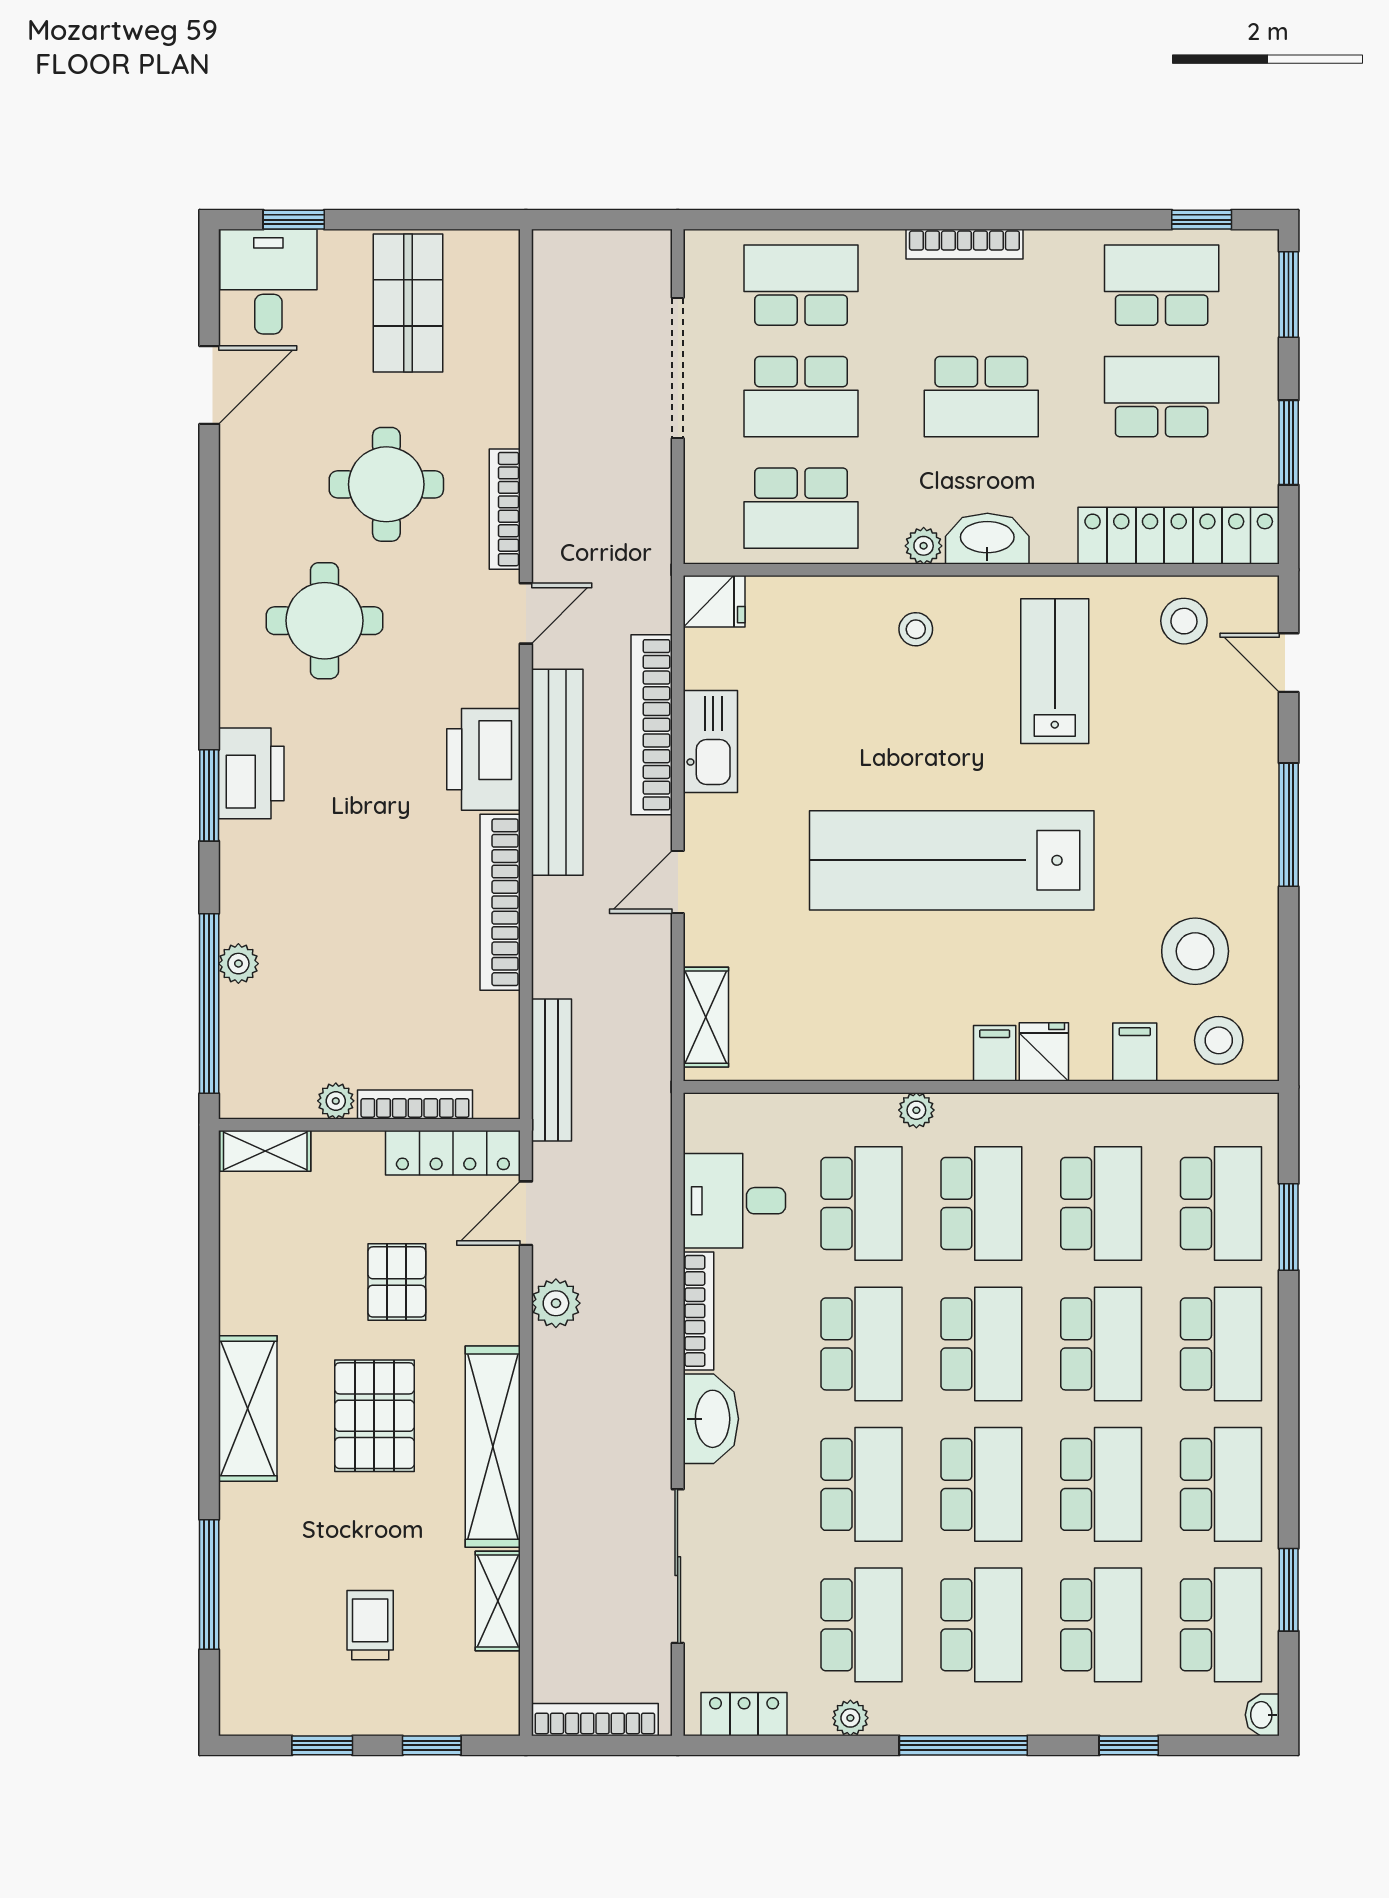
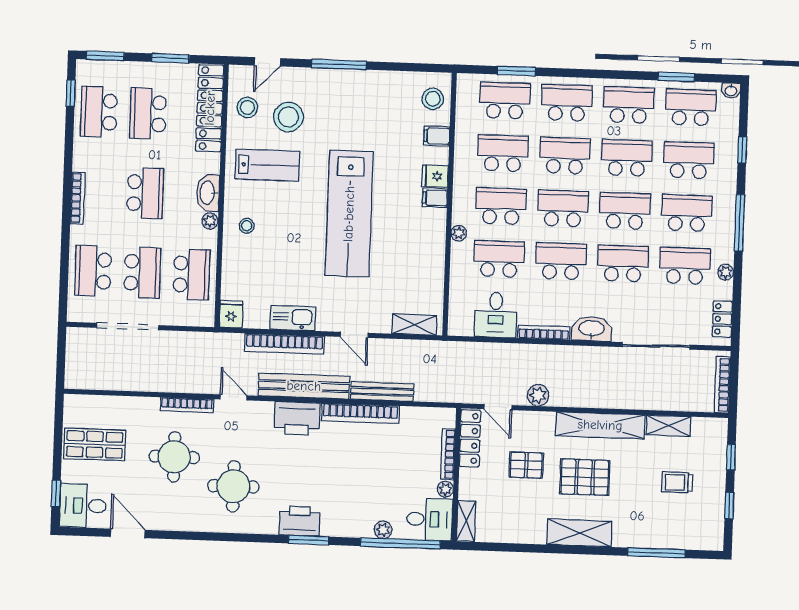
lab bench: (1055, 671) -> (267, 165), turned 180
stool: (1195, 951) -> (288, 117), moved
desk: (266, 1068) -> (430, 519), added
bench: (552, 1070) -> (382, 392), moved

